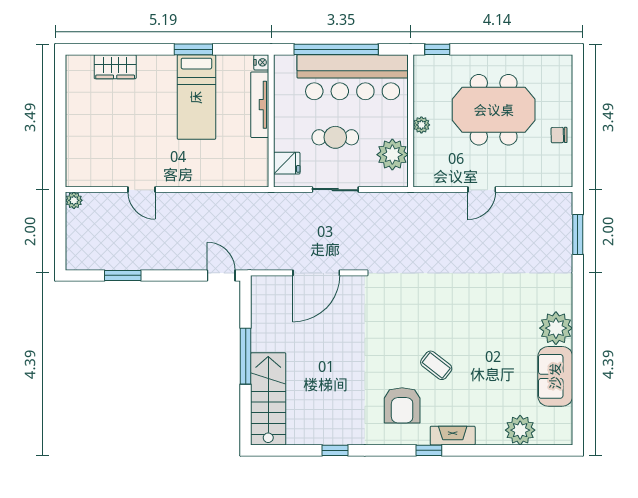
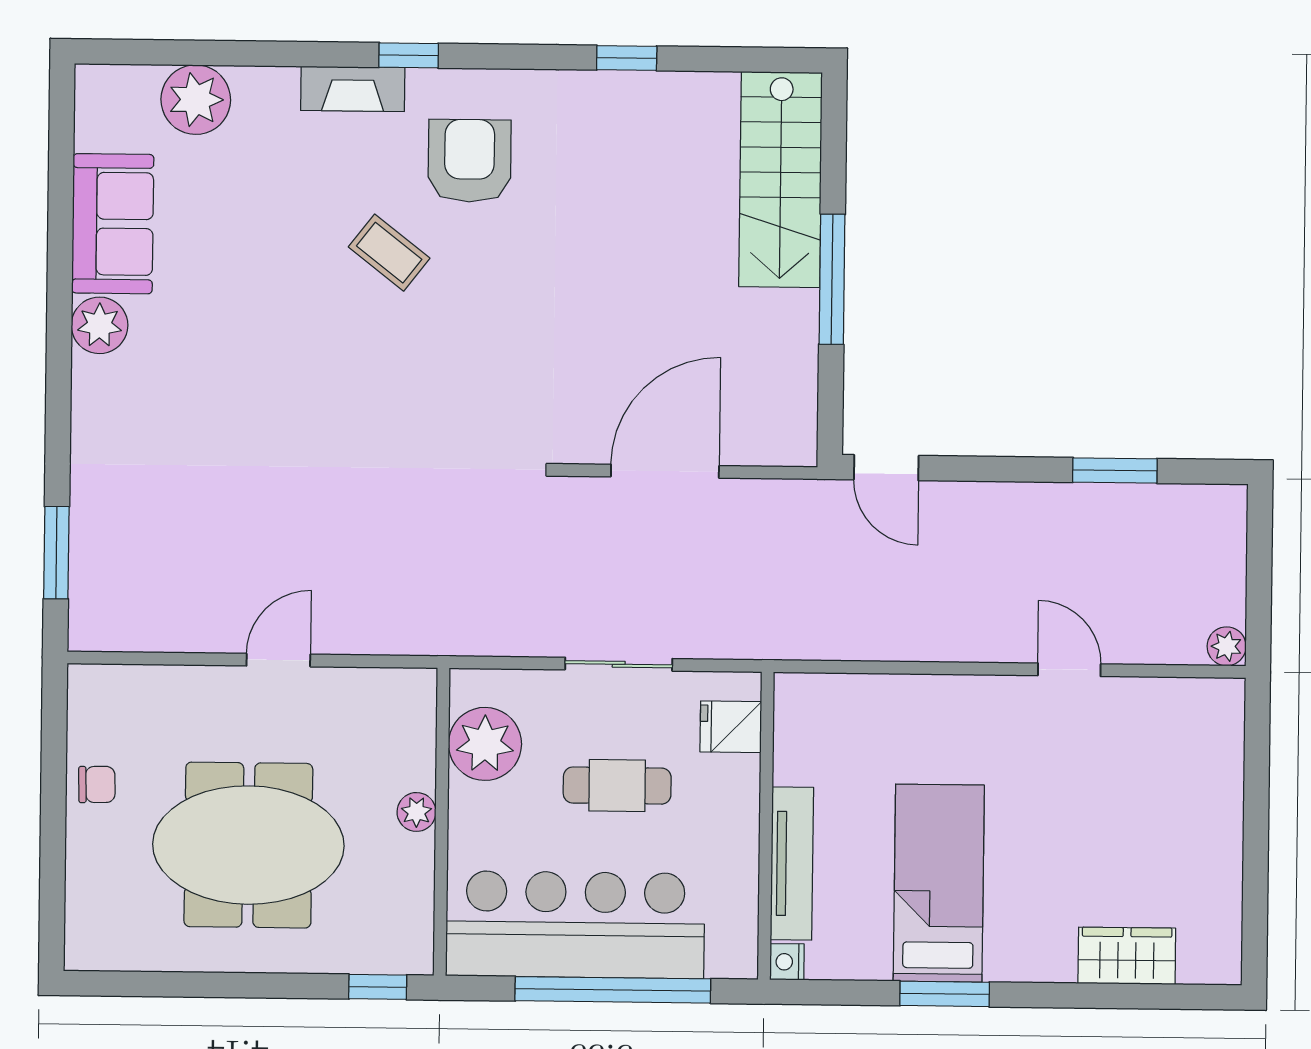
plant: (556, 328) -> (100, 325), width x0.73, depth x0.73

